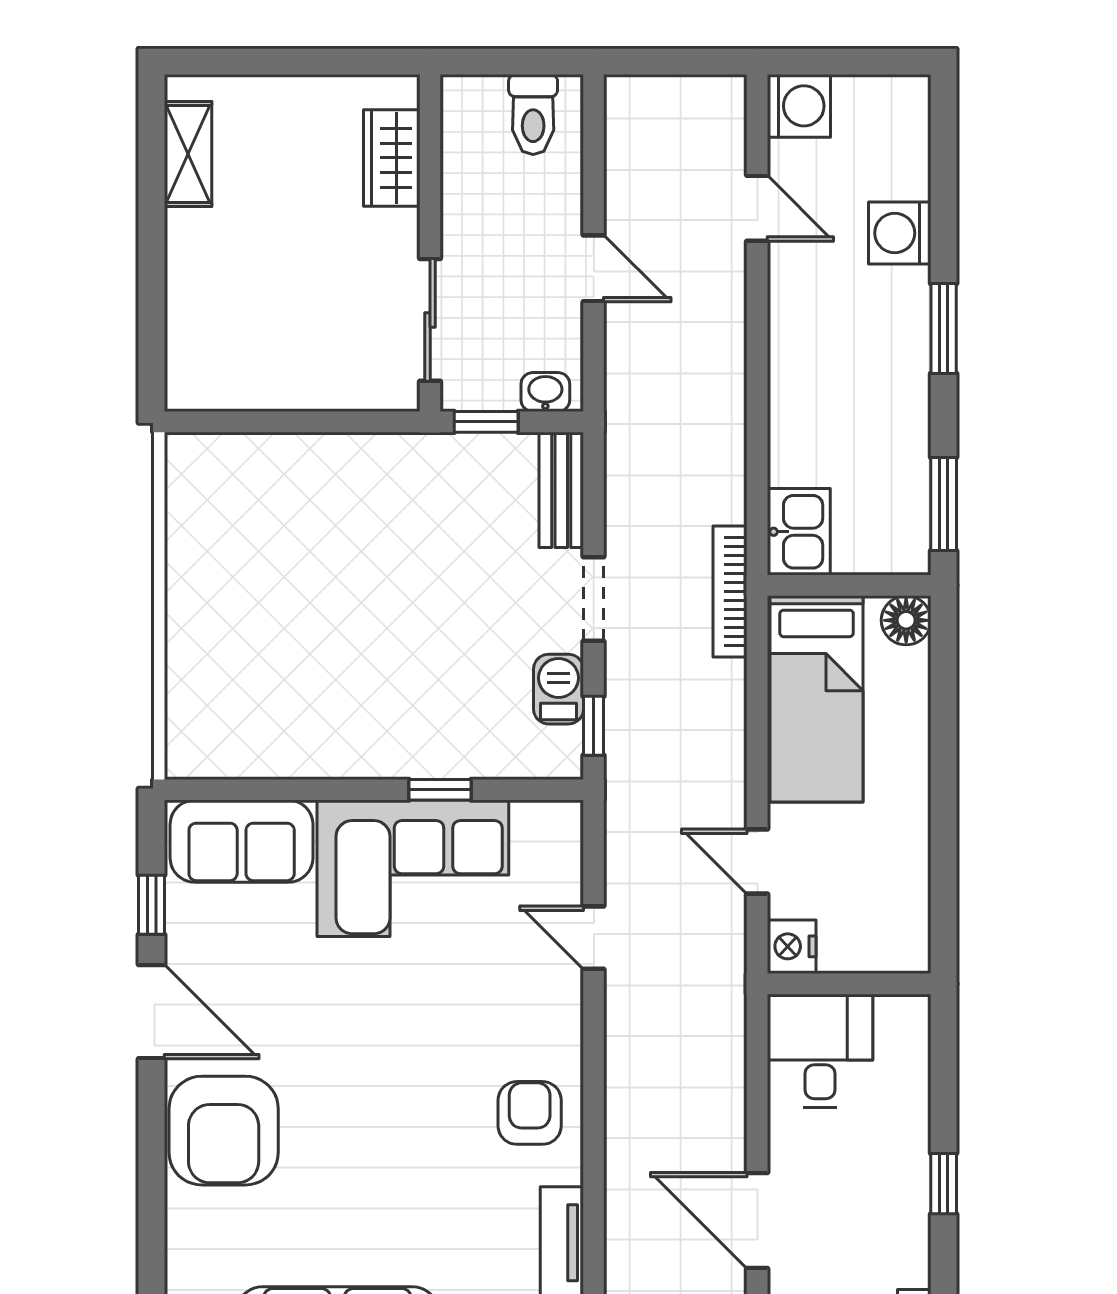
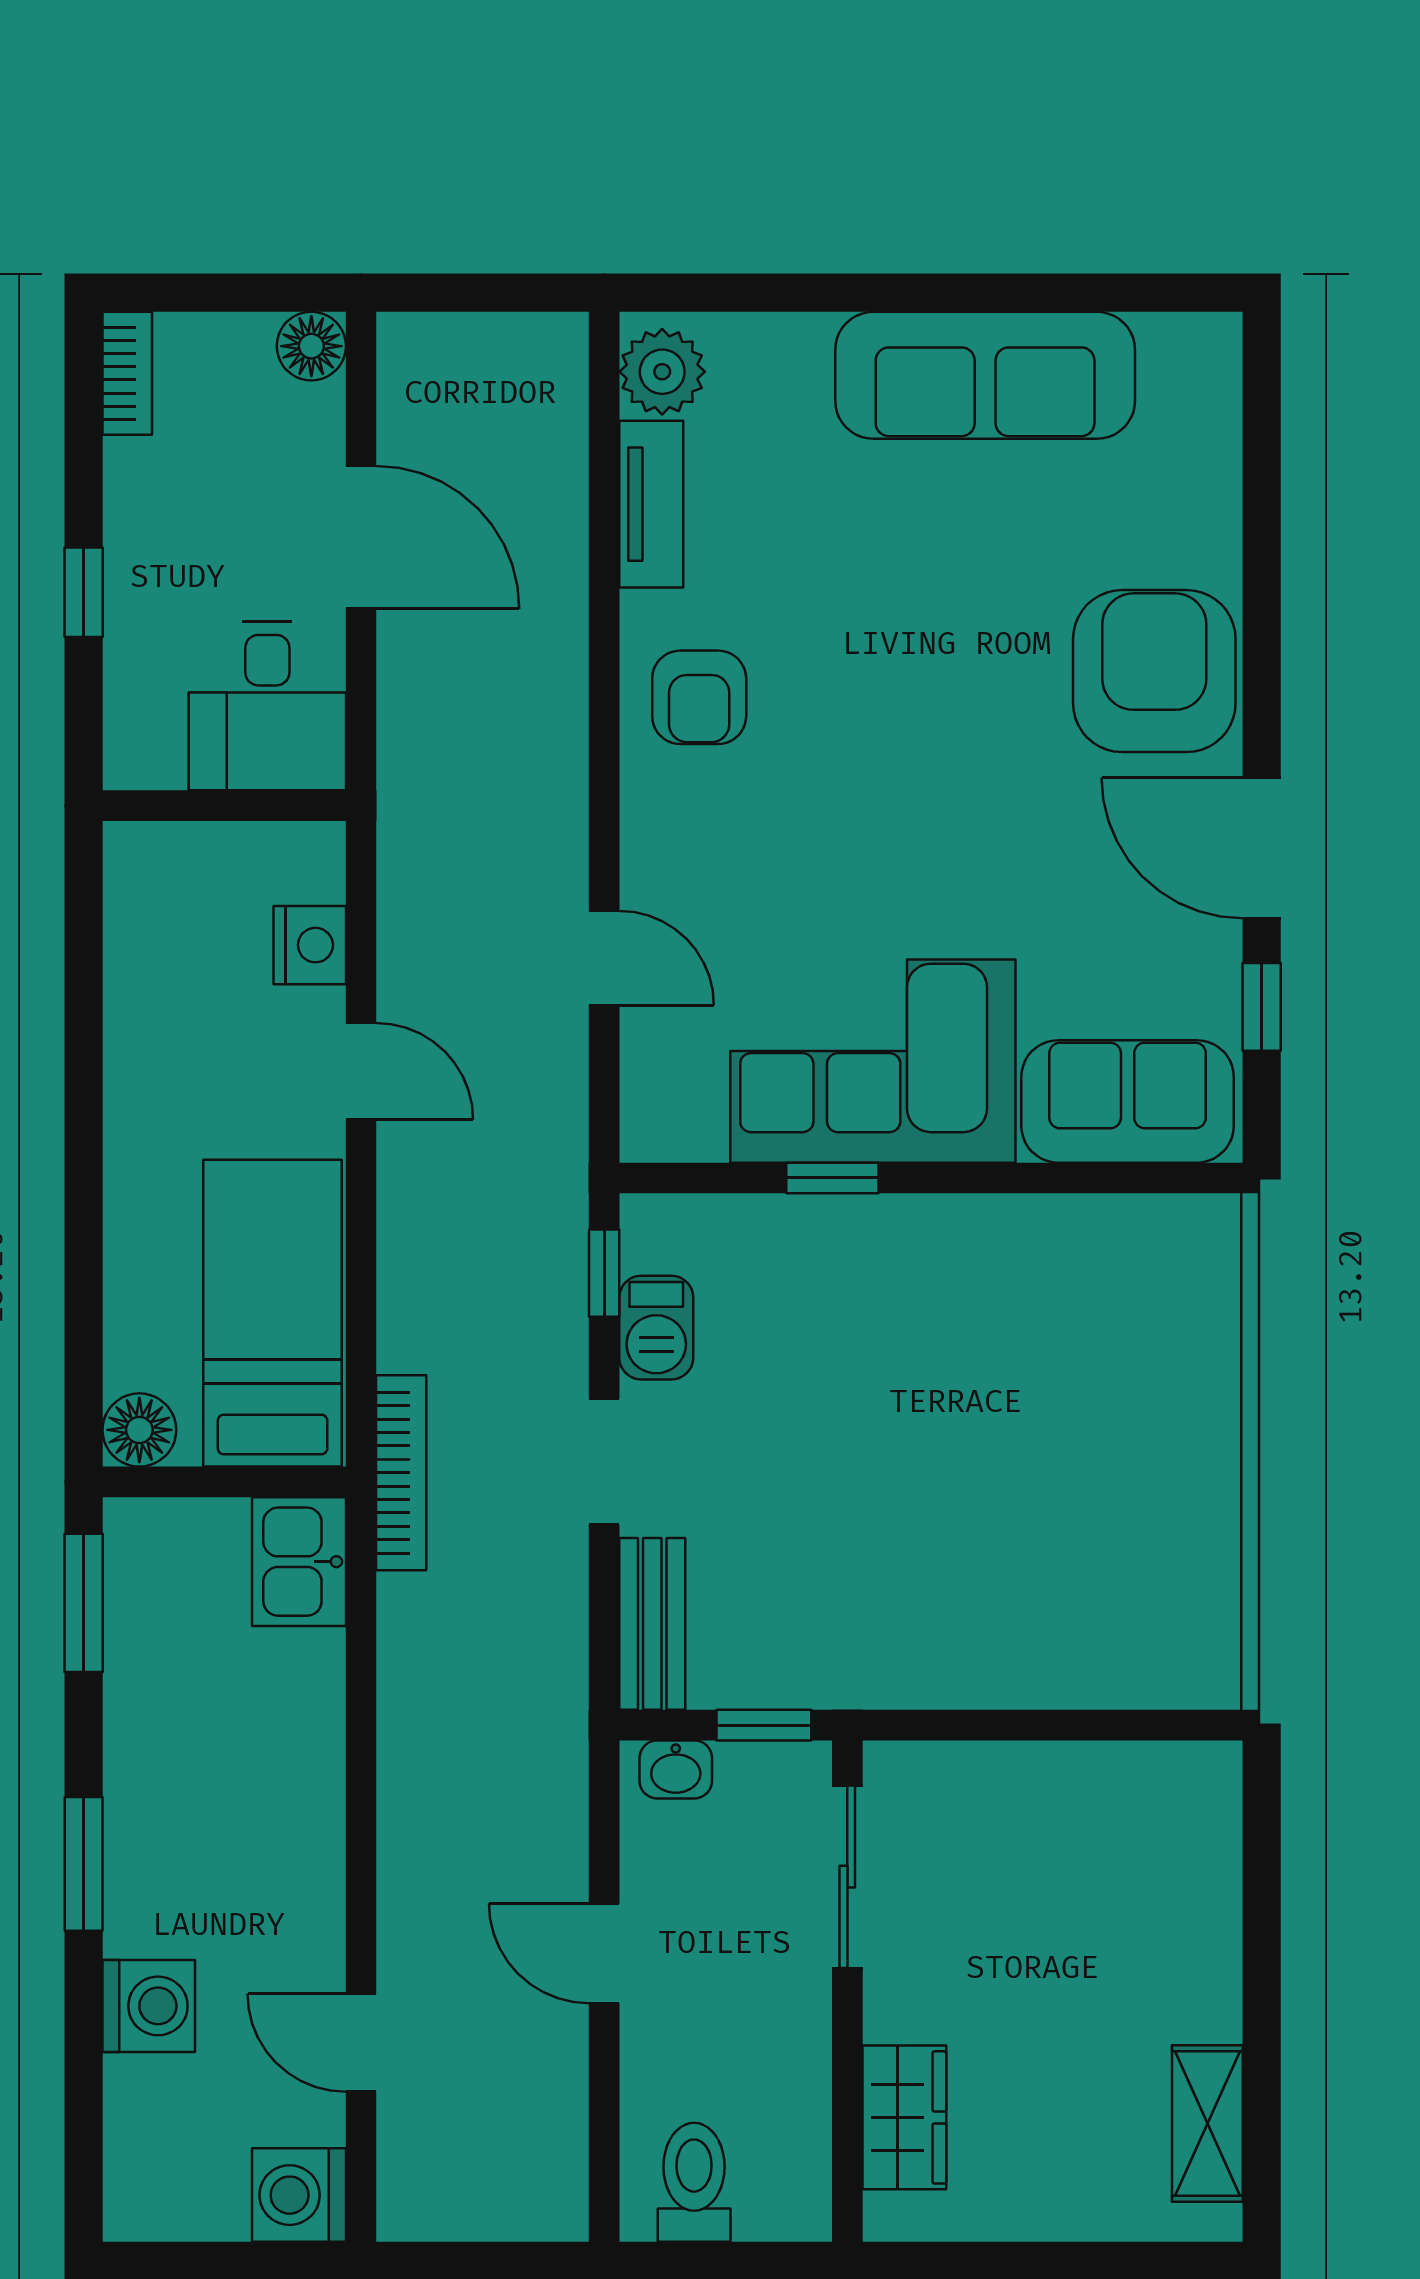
wall: (849, 984) -> (224, 806), moved
desk: (820, 1051) -> (267, 706), moved

